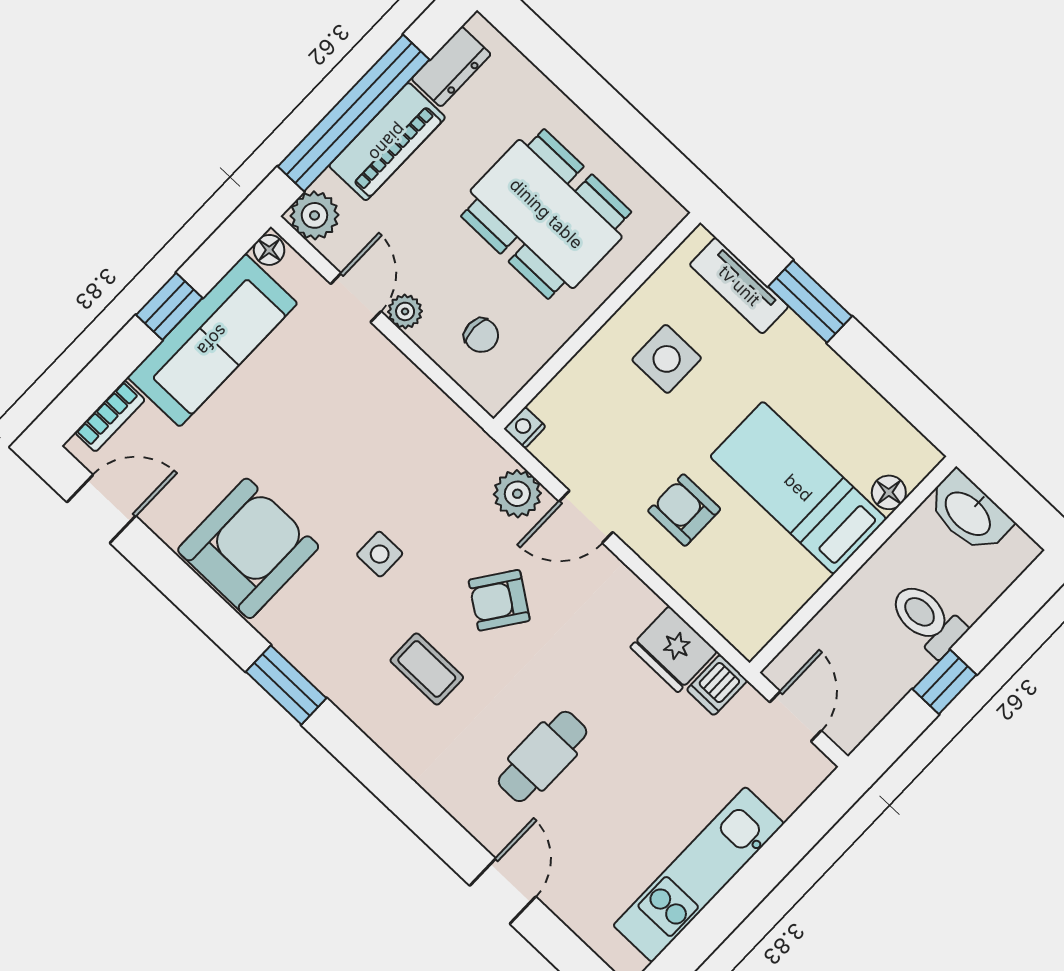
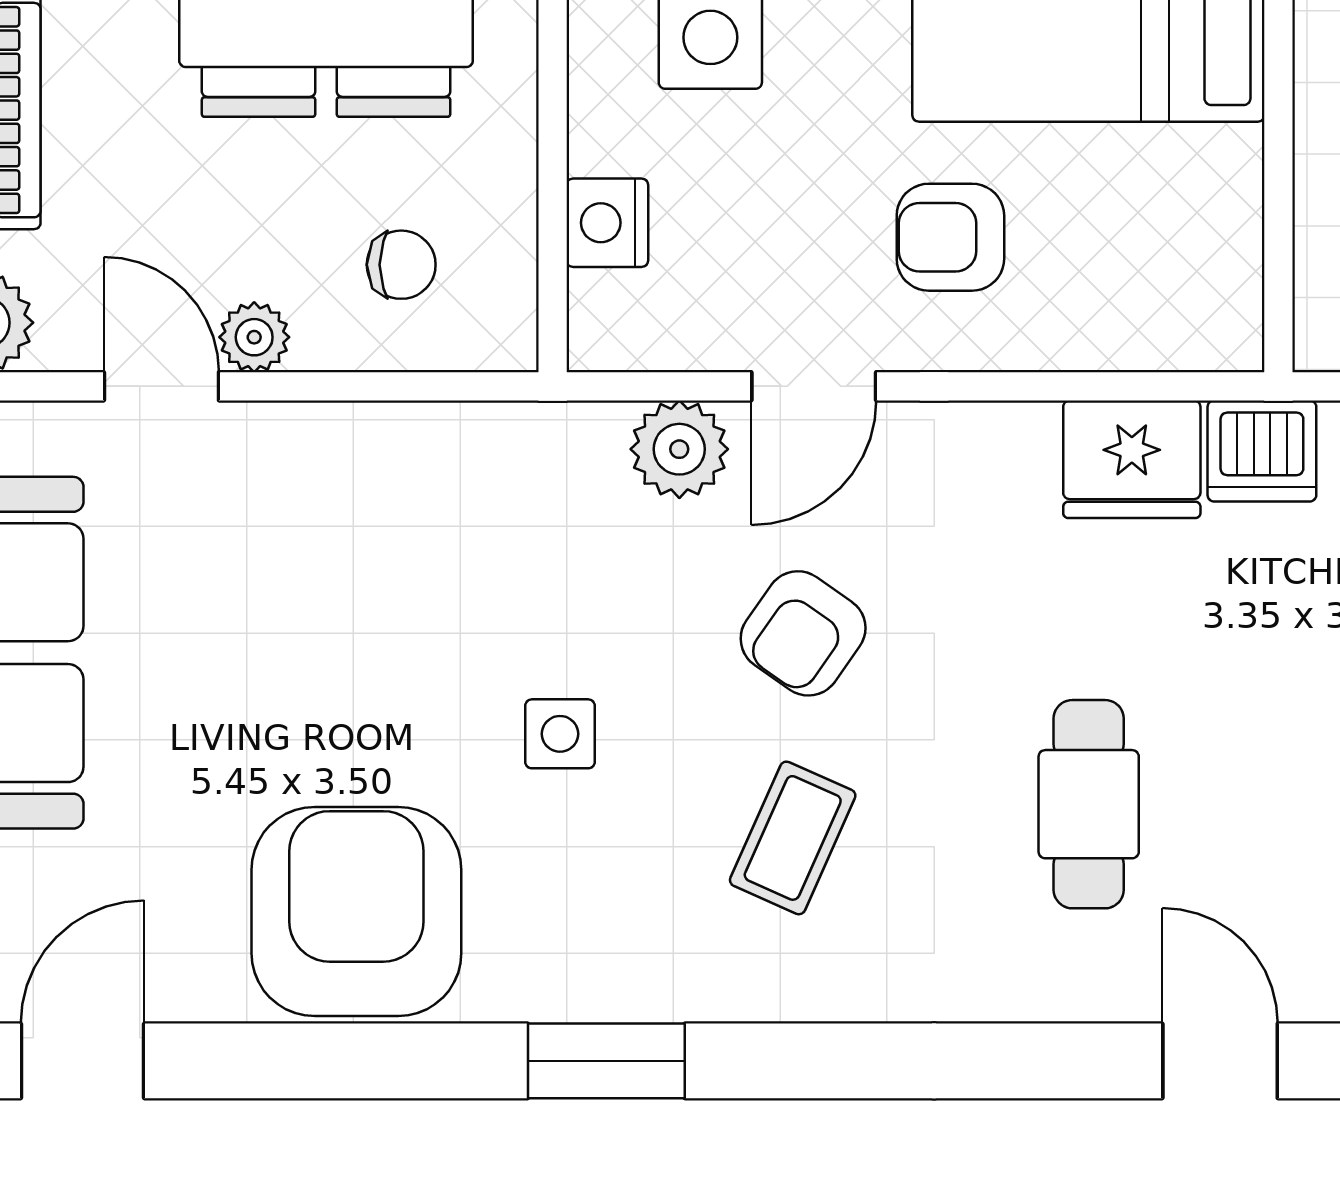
nightstand: (525, 428) -> (607, 223), moved, width x1.39, depth x1.35
coffee table: (427, 669) -> (793, 838), turned -66
dishwasher: (717, 685) -> (1262, 451), width x1.38

